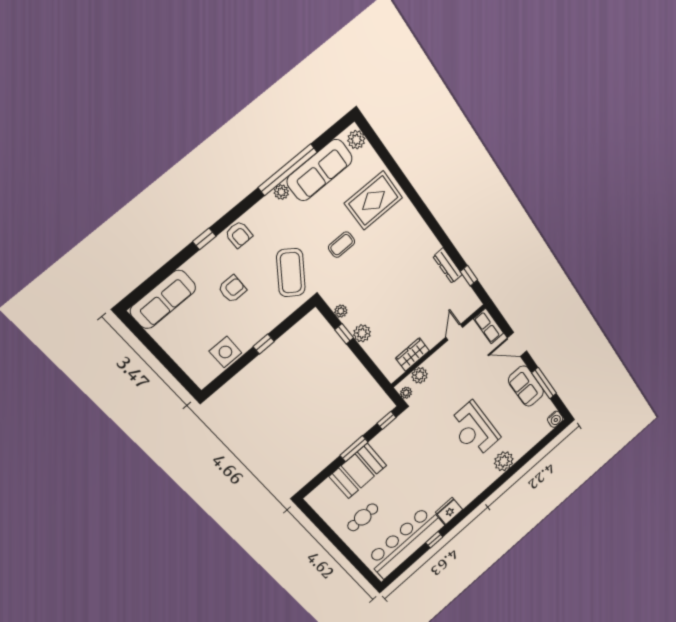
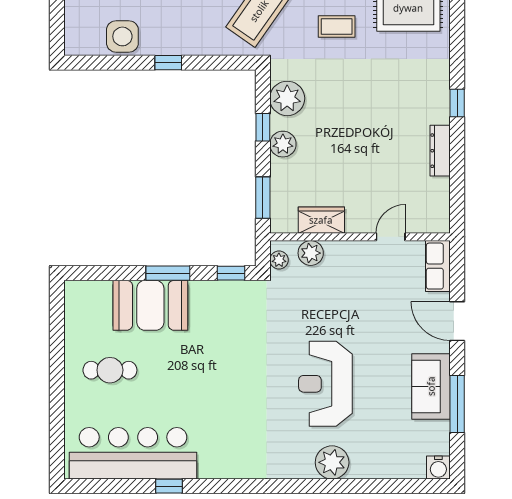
window: (469, 276) -> (457, 103), moved
plant: (341, 311) -> (287, 98), width x1.88, depth x1.88
window: (373, 370) -> (263, 198), added
fridge: (449, 511) -> (216, 464), removed

